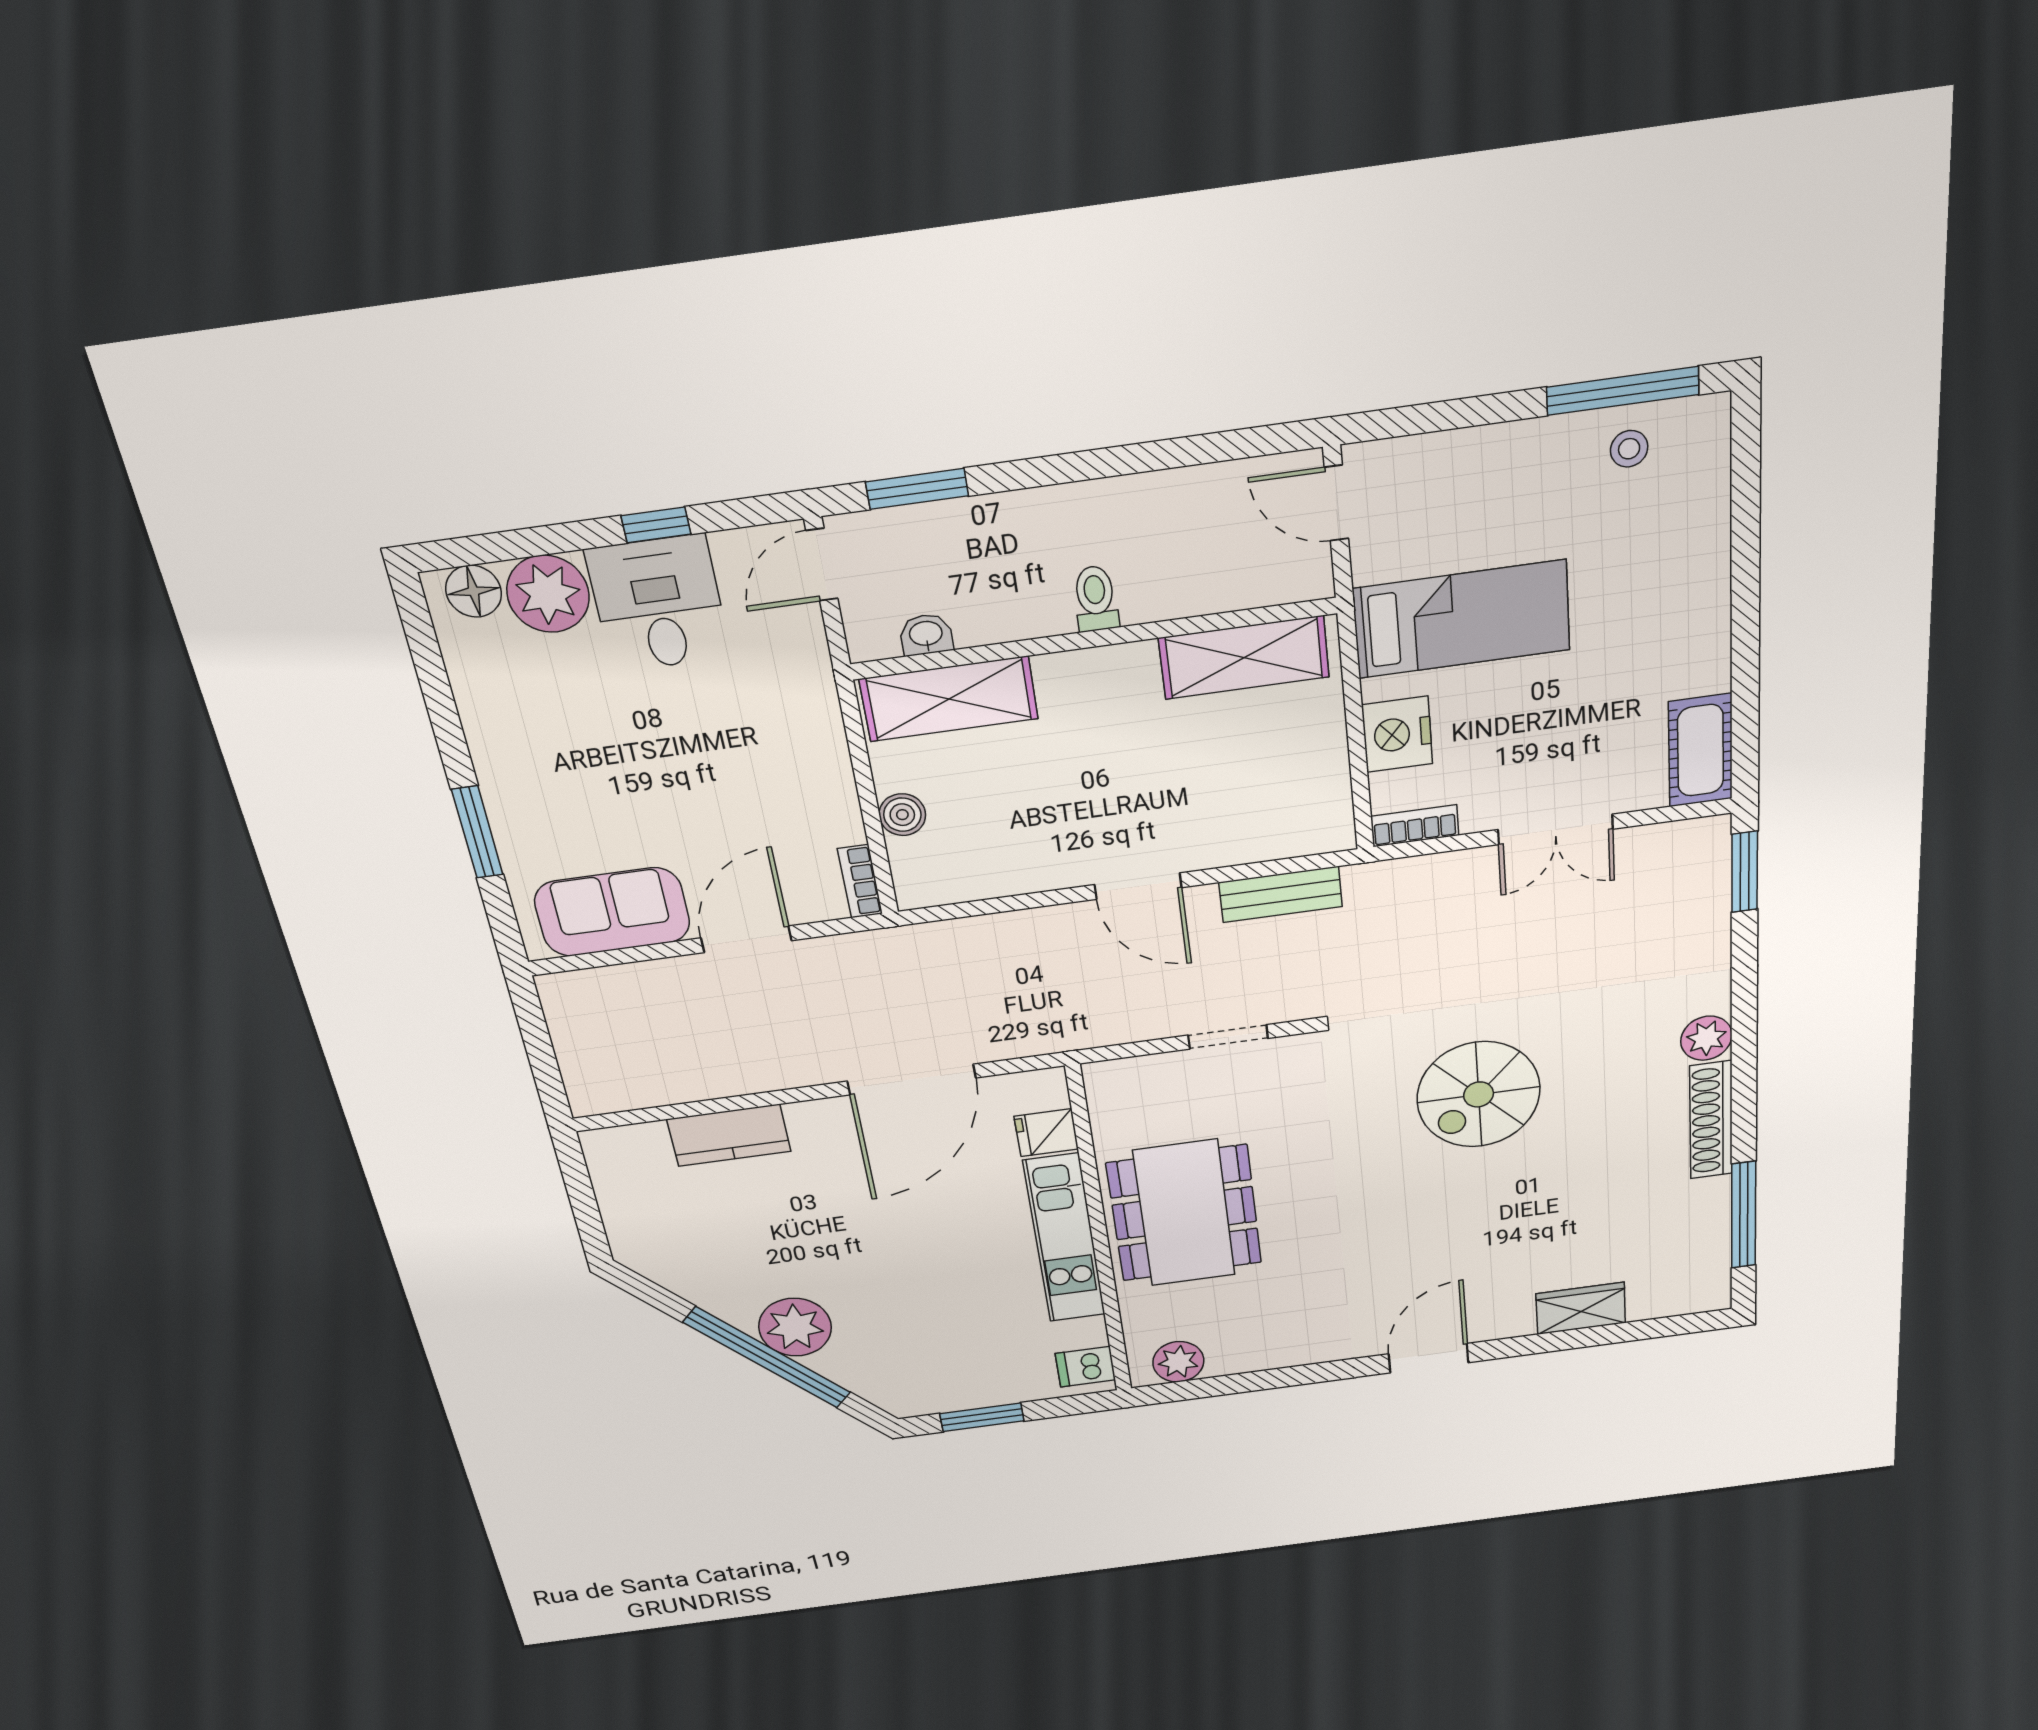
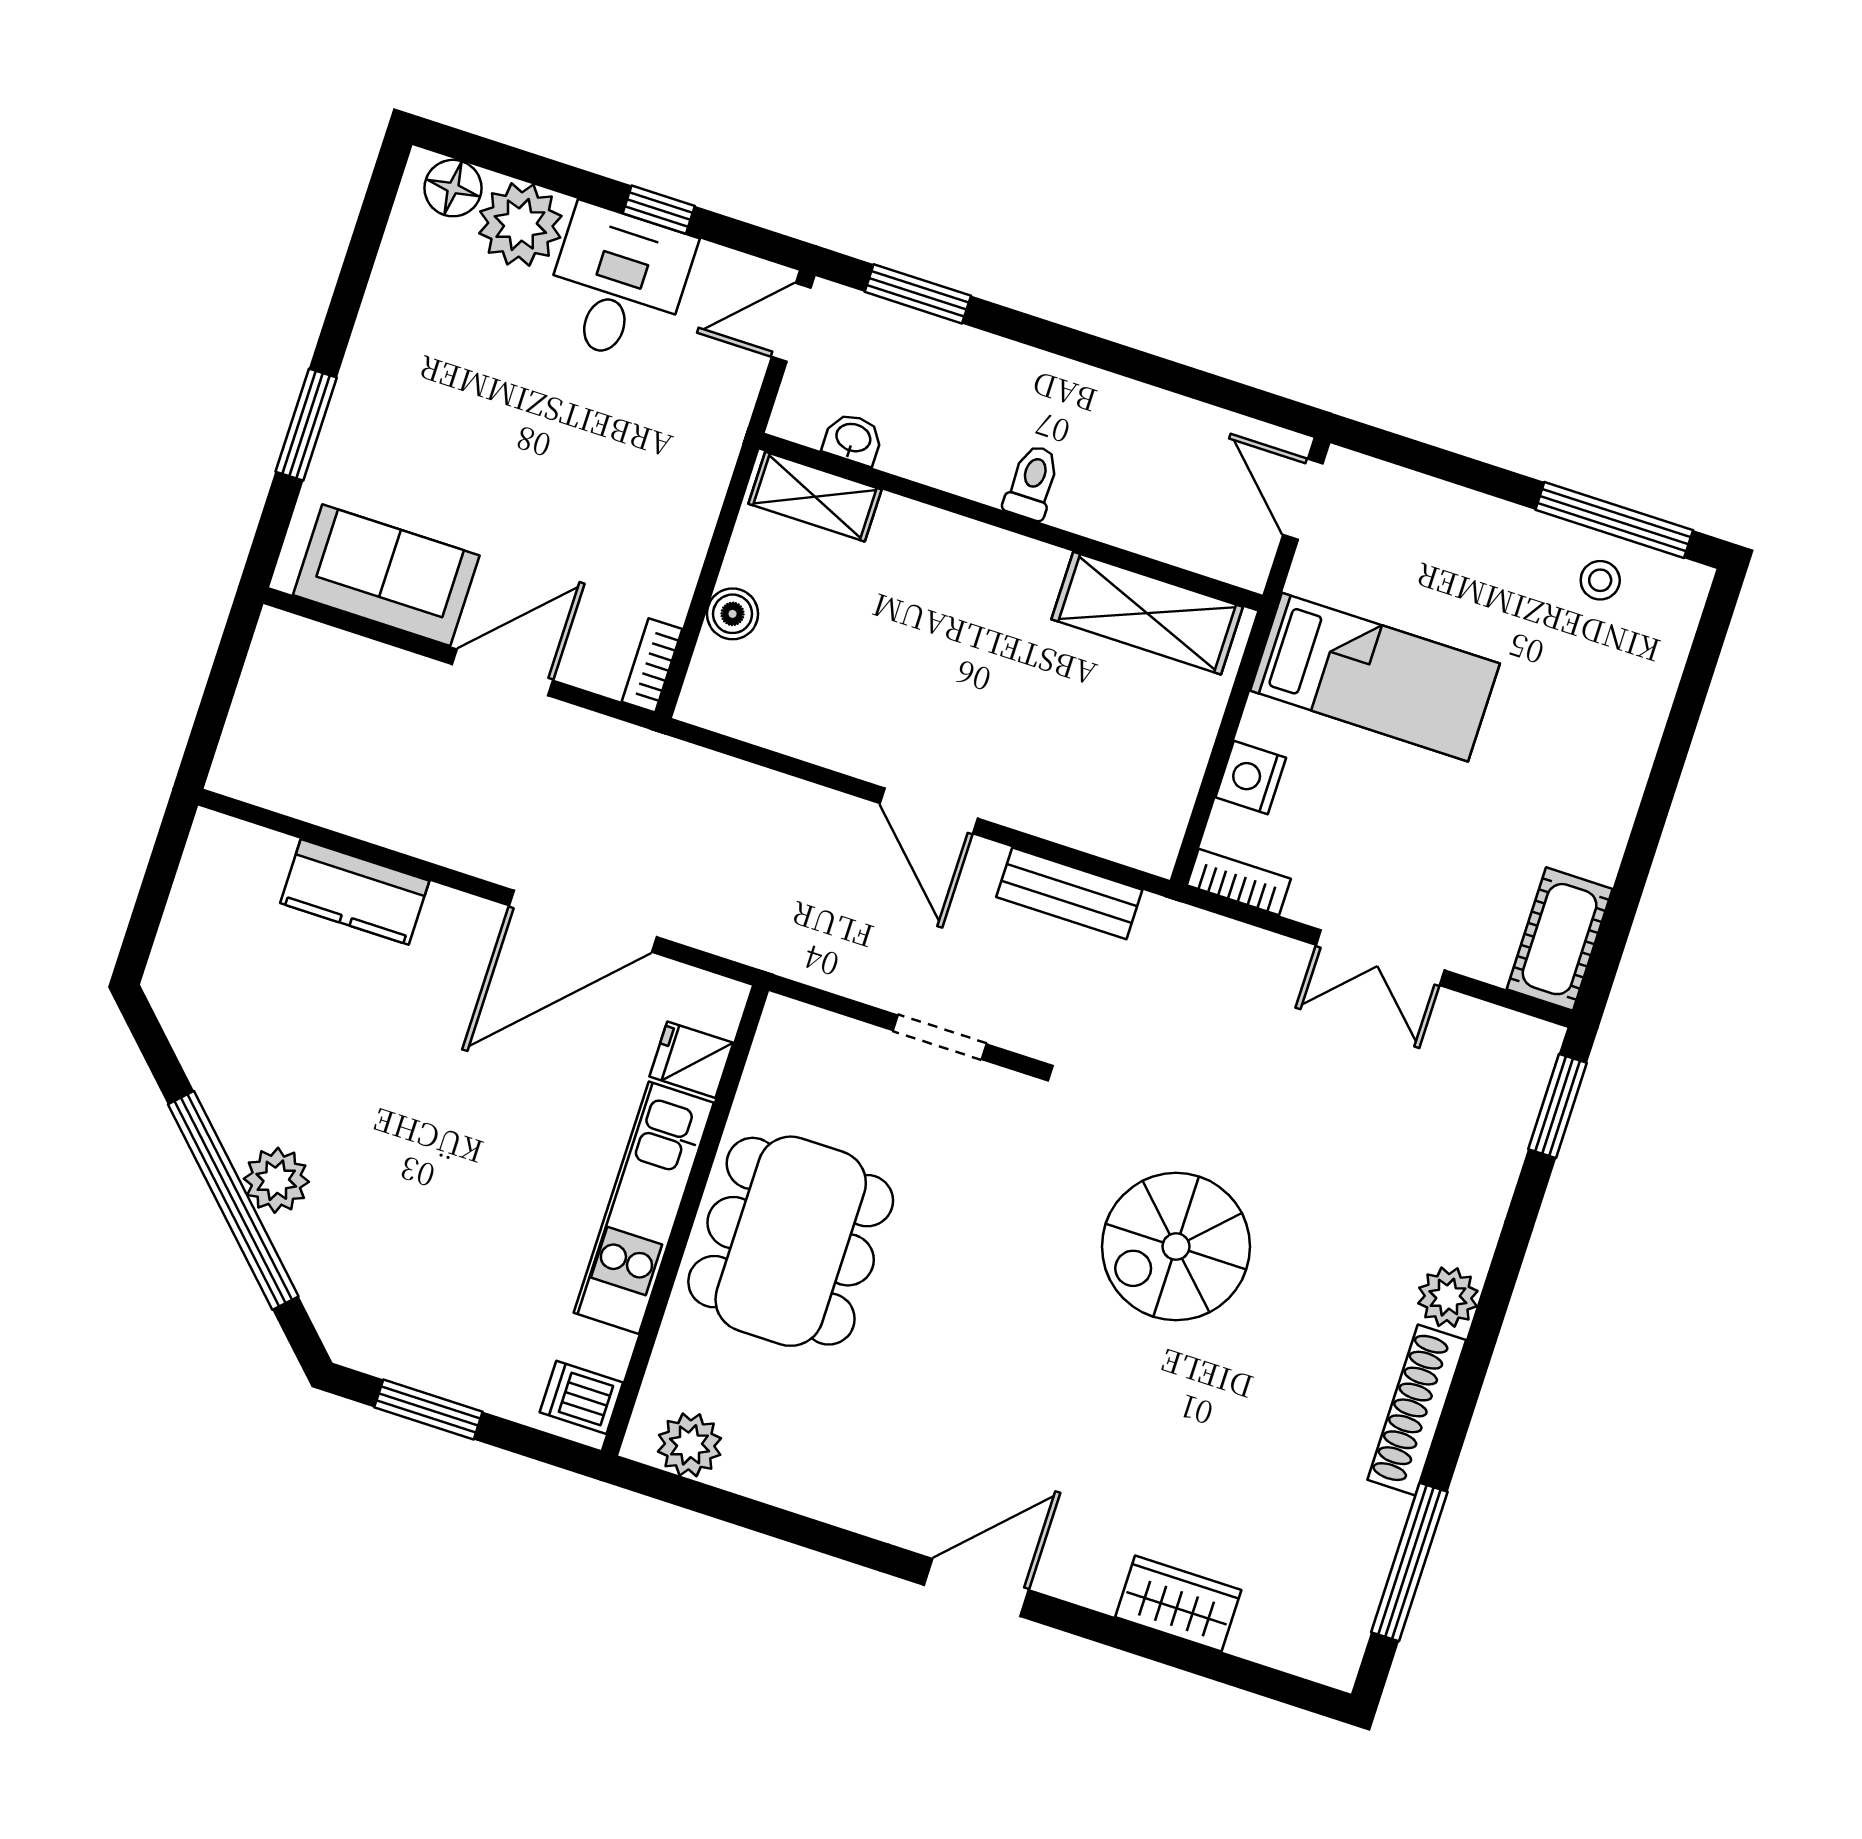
shelving: (949, 699) -> (815, 497), width x0.67, depth x0.75
nightstand: (1397, 734) -> (1251, 778), width x0.74, depth x0.75
plant: (795, 1327) -> (276, 1180), width x0.73, depth x0.73

